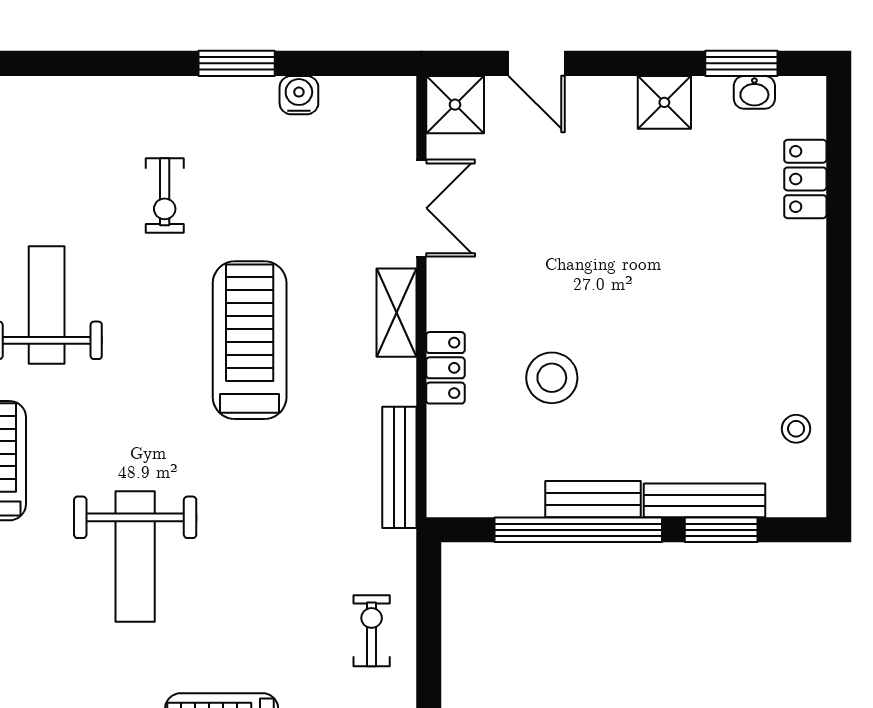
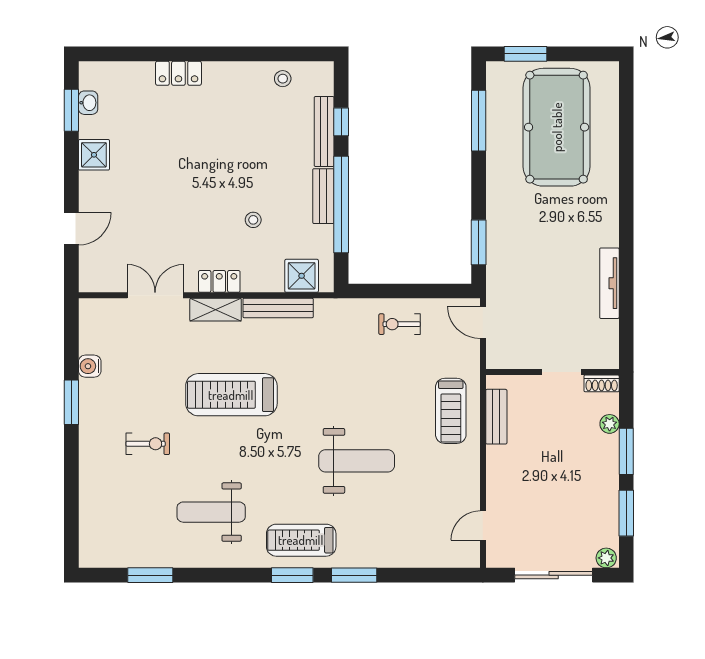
shower: (455, 105) -> (302, 276), moved
locker: (805, 179) -> (178, 73), moved
locker: (445, 368) -> (219, 281), moved
stool: (552, 378) -> (253, 220), width x0.53, depth x0.53
bench: (399, 467) -> (278, 308), moved
window: (721, 530) -> (341, 122), width x0.67

